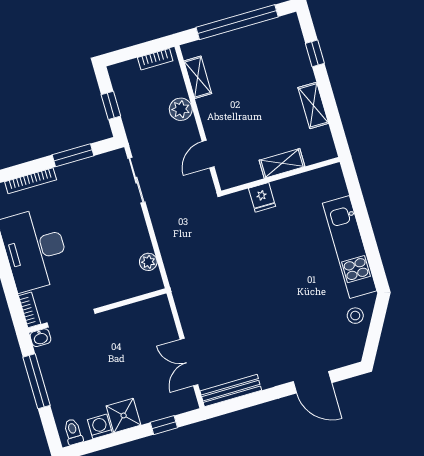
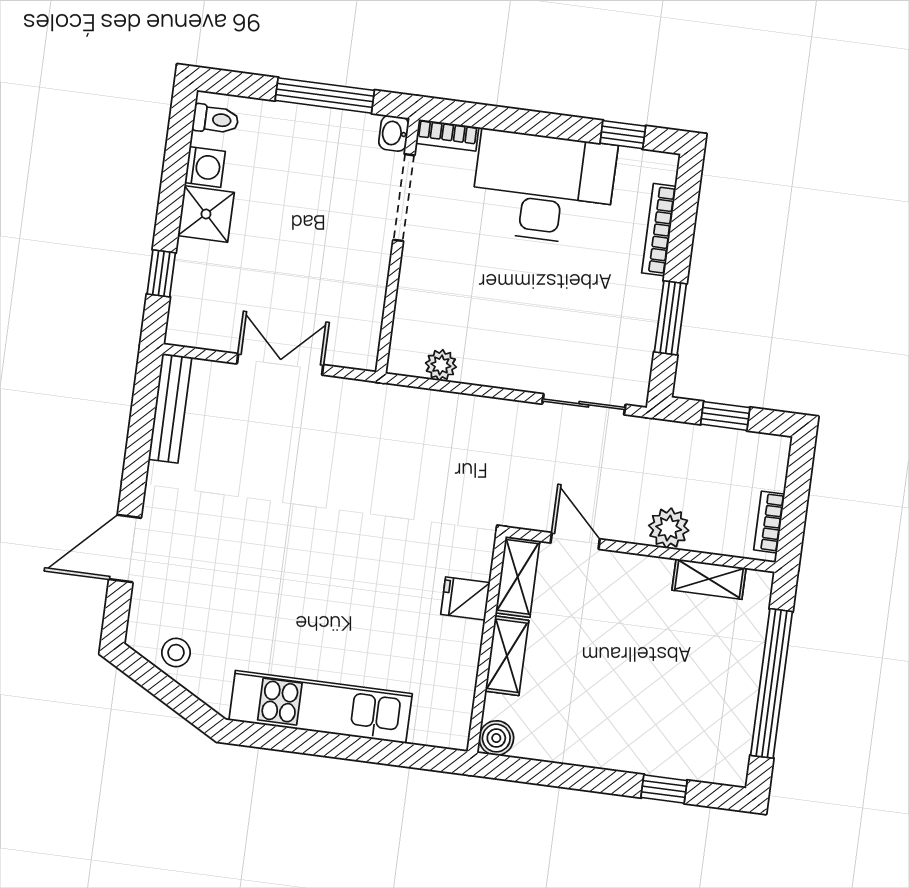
shelving: (313, 105) -> (518, 577), moved, turned 90
boiler: (326, 150) -> (496, 738), added
stool: (355, 316) -> (176, 653), moved
double door: (189, 362) -> (280, 364), moved

